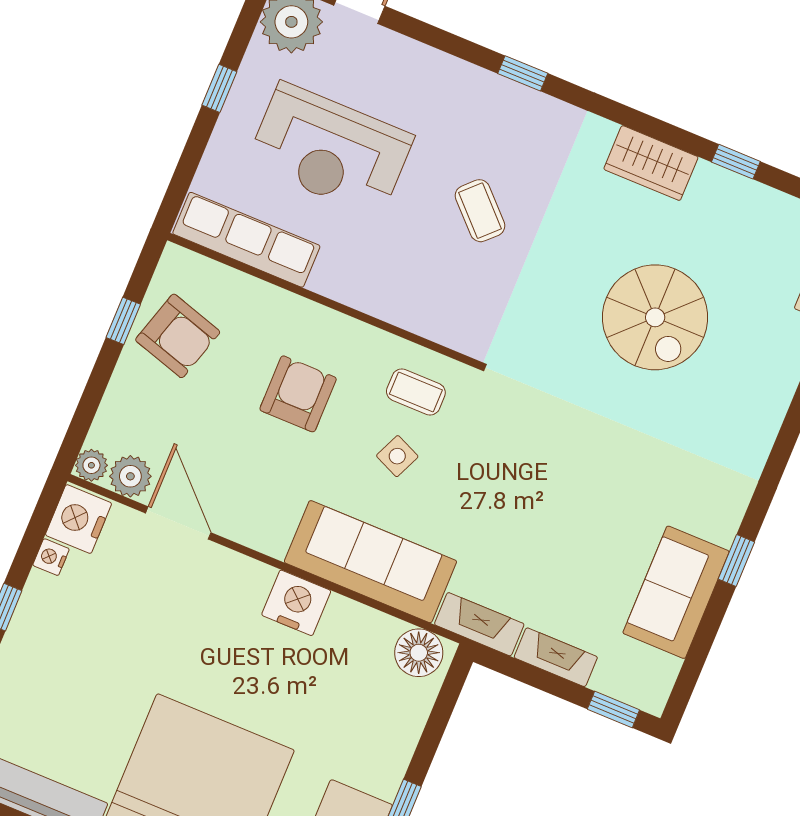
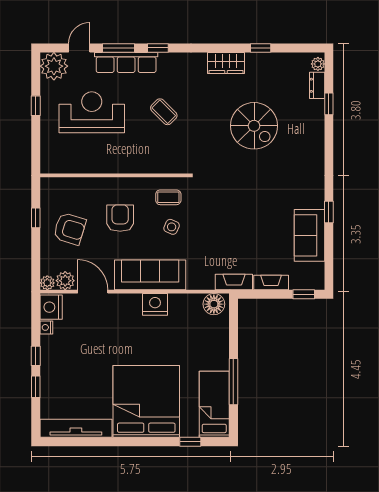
window: (441, 39) -> (118, 48), added
reception desk: (330, 150) -> (92, 112), turned 180
row of seats: (246, 240) -> (126, 63), moved, turned 180
armchair: (178, 336) -> (70, 229), moved
sofa: (370, 562) -> (150, 275), moved

